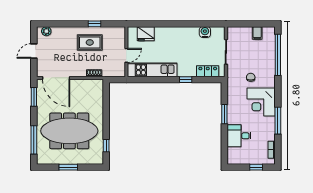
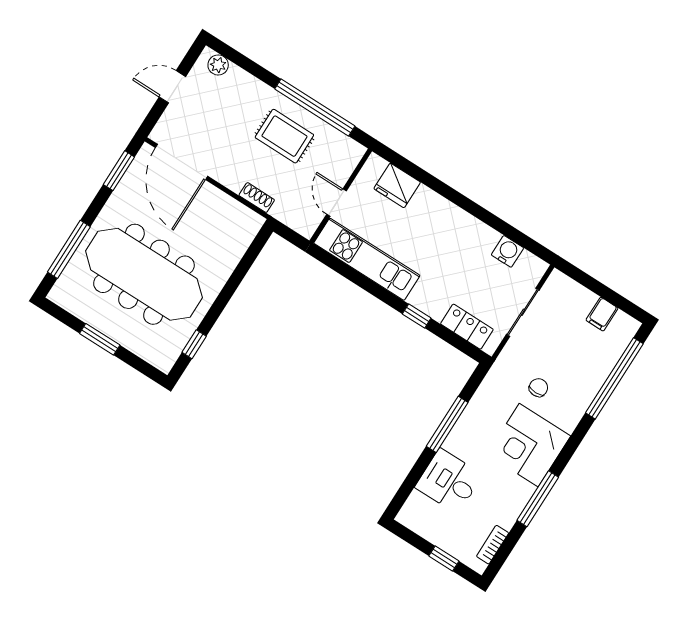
window: (94, 24) -> (315, 108), width x3.17
door: (126, 55) -> (336, 203), swing flipped
window: (224, 114) -> (447, 424), width x1.44

